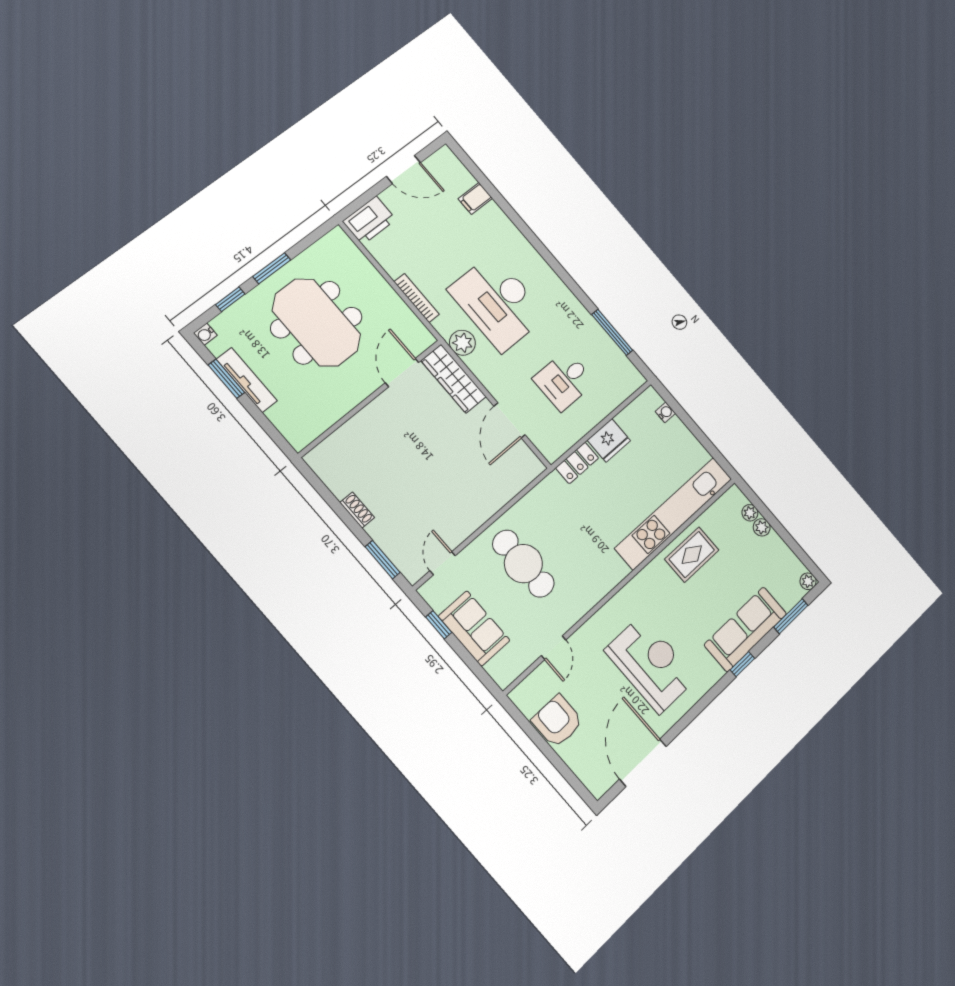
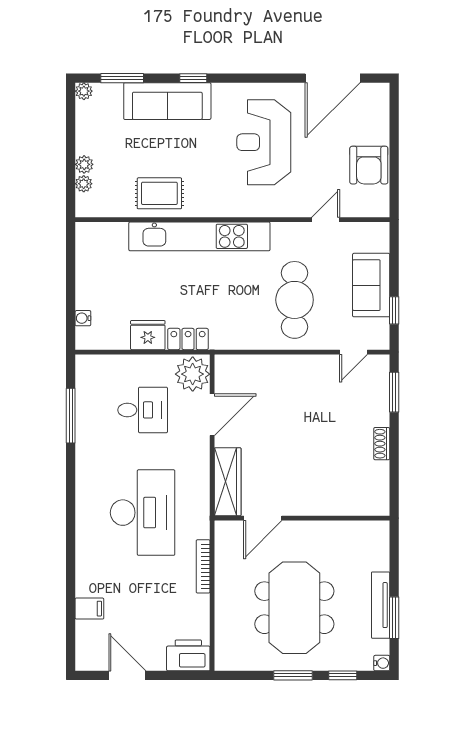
plant: (462, 343) -> (193, 374), moved, width x1.36, depth x1.36
kitchen unit: (674, 513) -> (199, 236), moved

